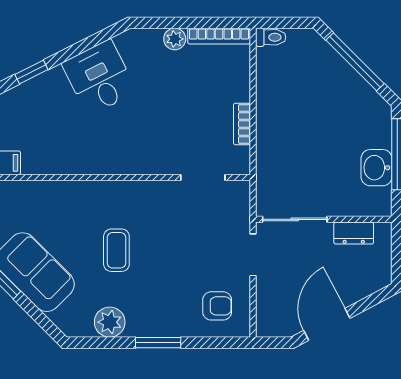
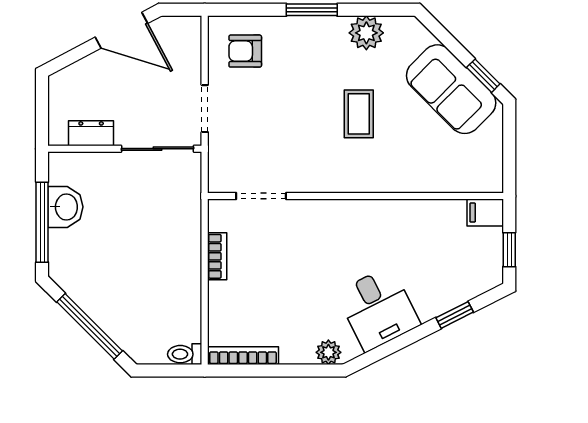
plant: (175, 39) -> (328, 352), moved
door: (327, 324) -> (121, 30), hinge flipped

